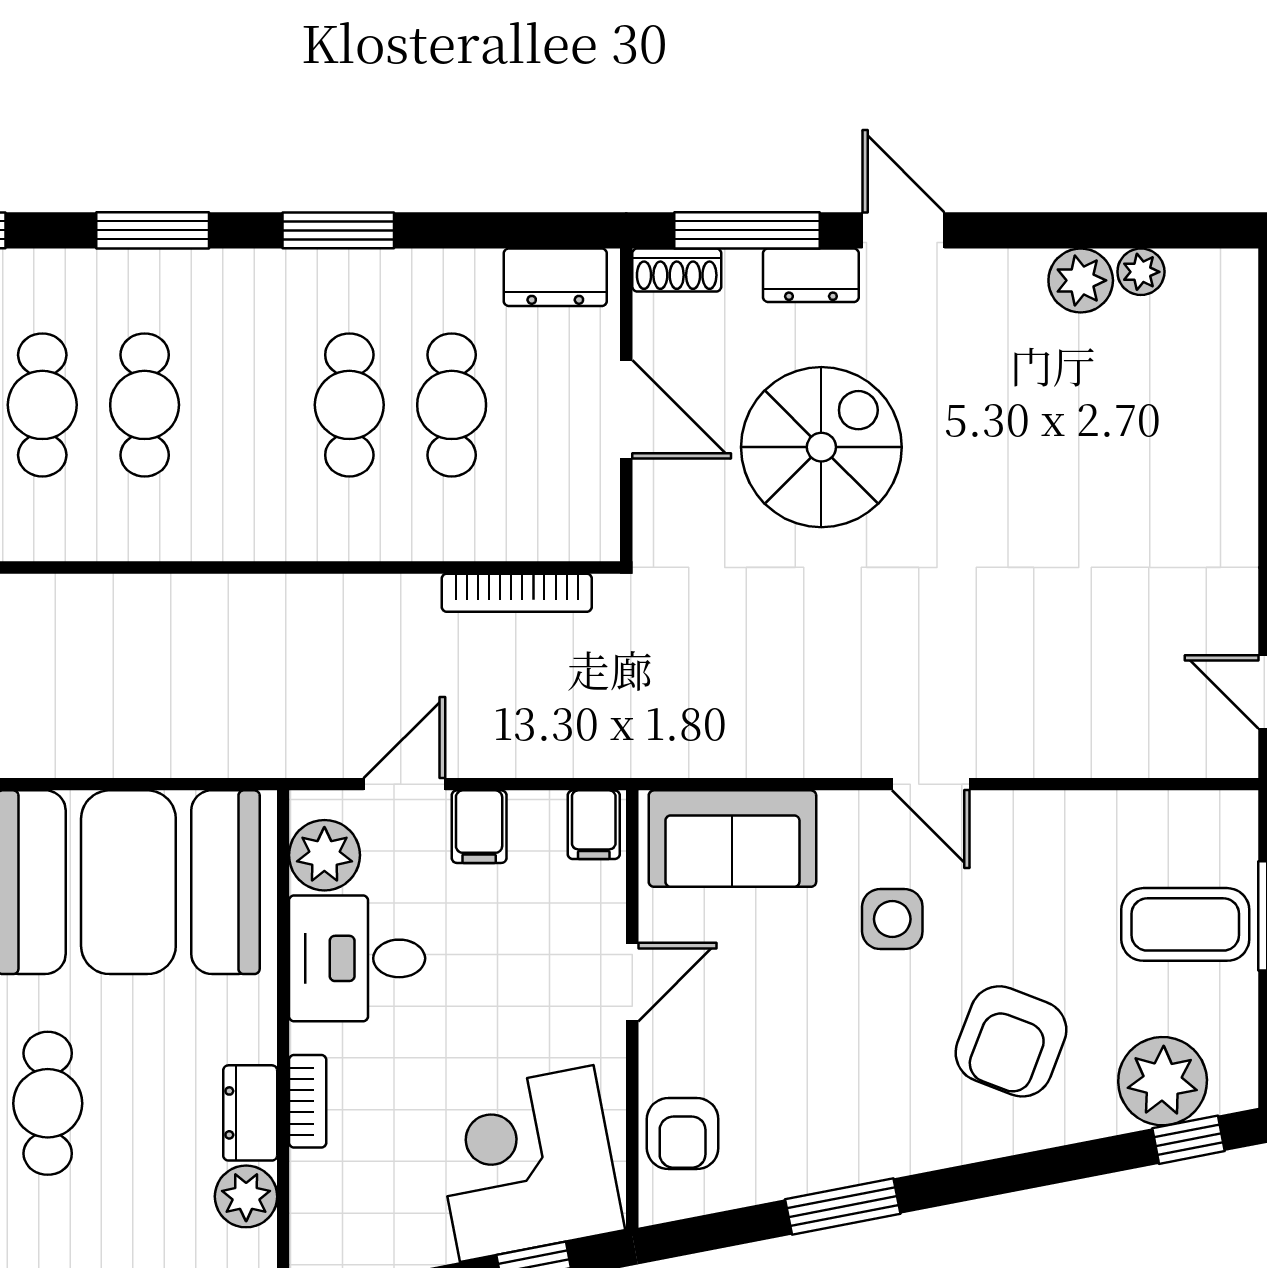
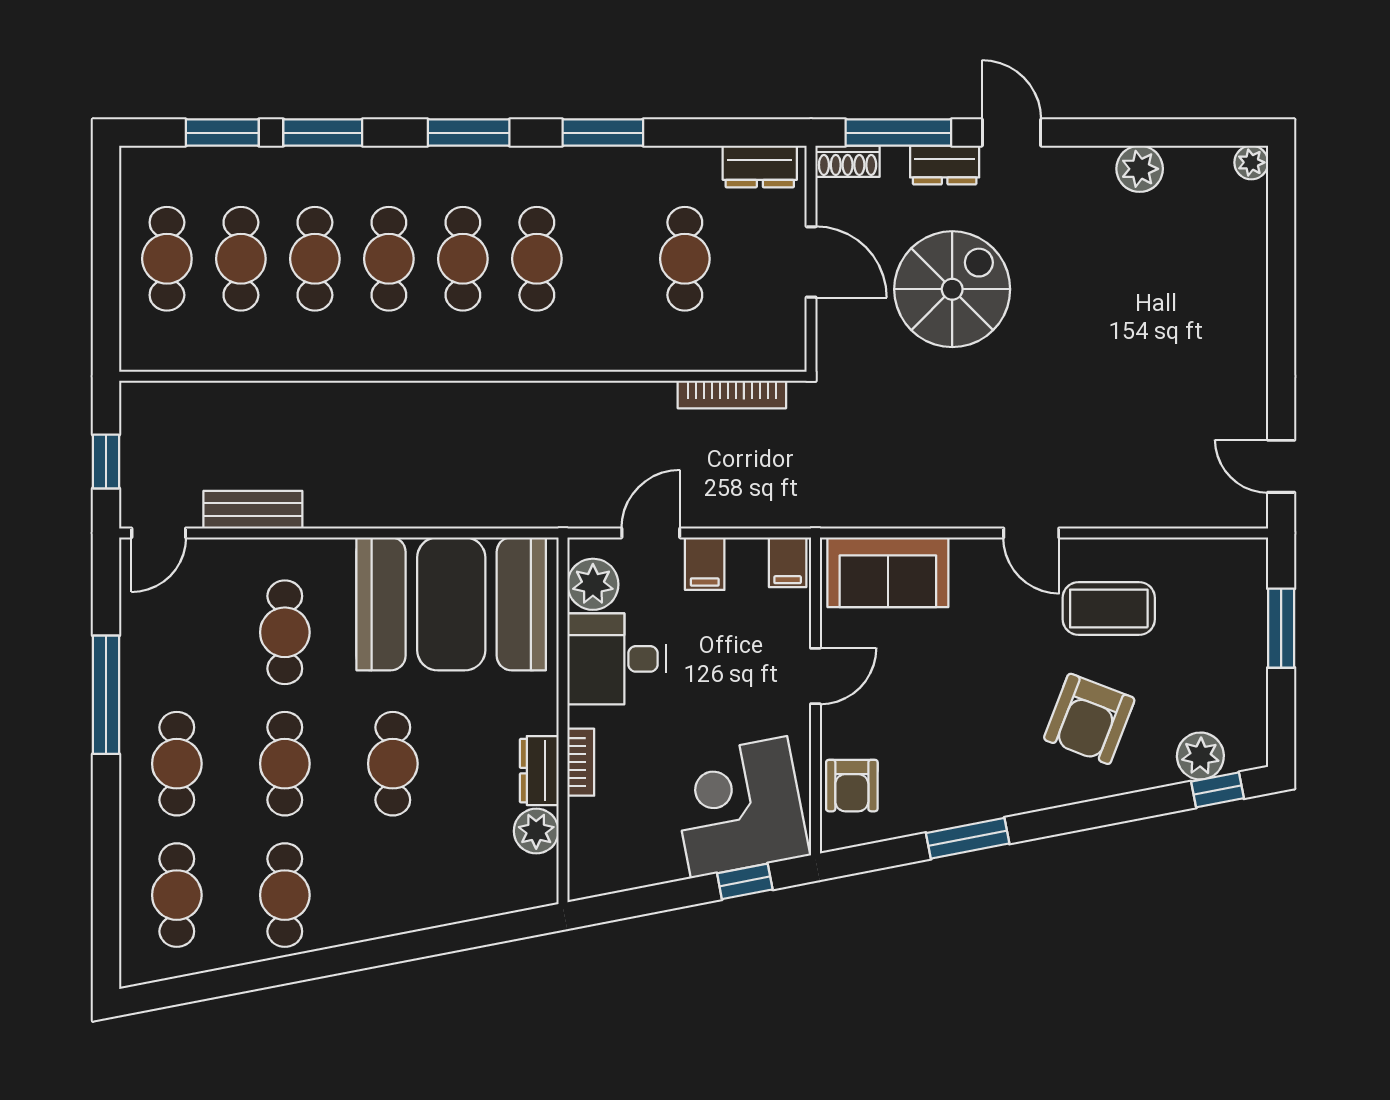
plant: (1141, 272) -> (1251, 162), moved
cafe table: (349, 405) -> (537, 259), moved
side table: (892, 919) -> (1003, 630), removed
coffee table: (1185, 924) -> (1109, 609), moved
plant: (1163, 1081) -> (1200, 756), width x0.73, depth x0.73

